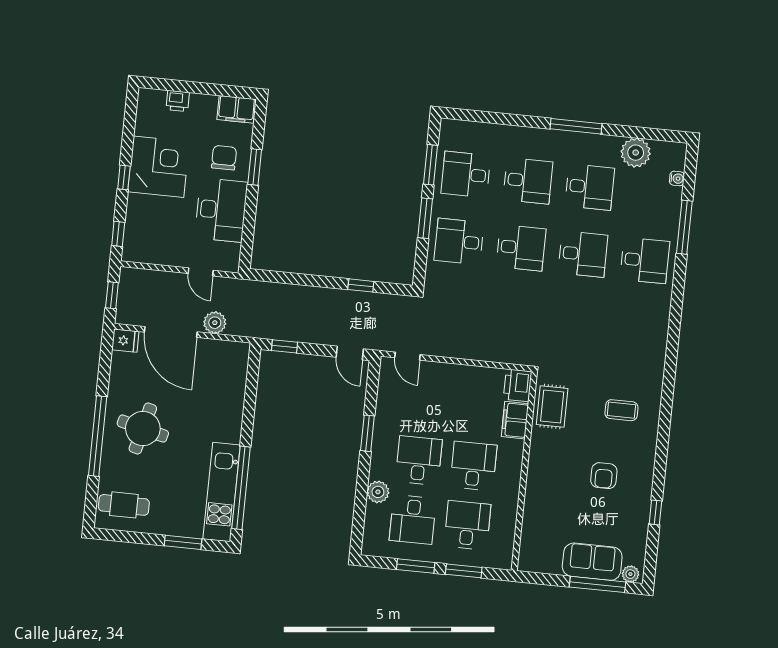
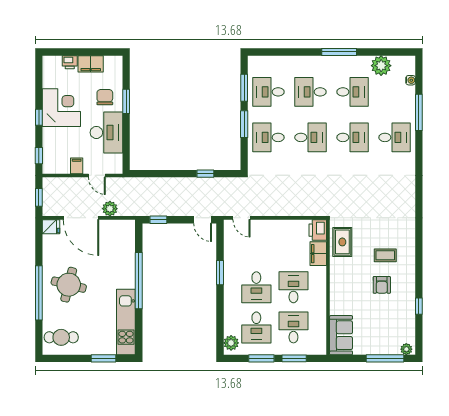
filing cabinet: (236, 109) -> (91, 64), moved
desk: (528, 181) -> (310, 92), turned 180
filing cabinet: (172, 255) -> (77, 166), added
coffee table: (621, 410) -> (385, 255), moved
desk: (419, 460) -> (256, 287), turned 180
window: (241, 488) -> (139, 281), moved
plant: (378, 492) -> (231, 343), moved
sofa: (592, 562) -> (341, 335), moved, turned 90

